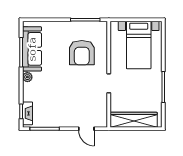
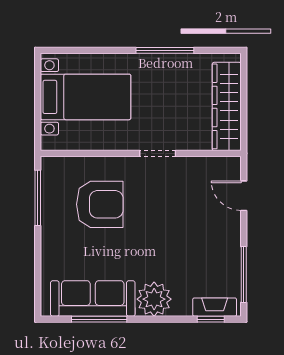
plant: (27, 77) -> (154, 299), width x1.87, depth x1.87
door: (86, 129) -> (244, 196), swing flipped

